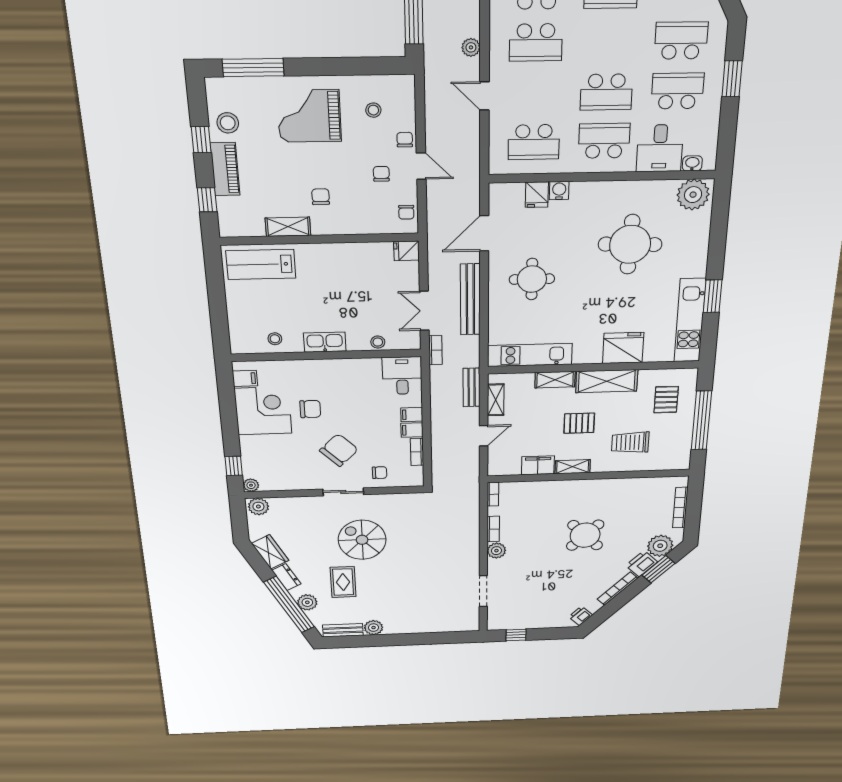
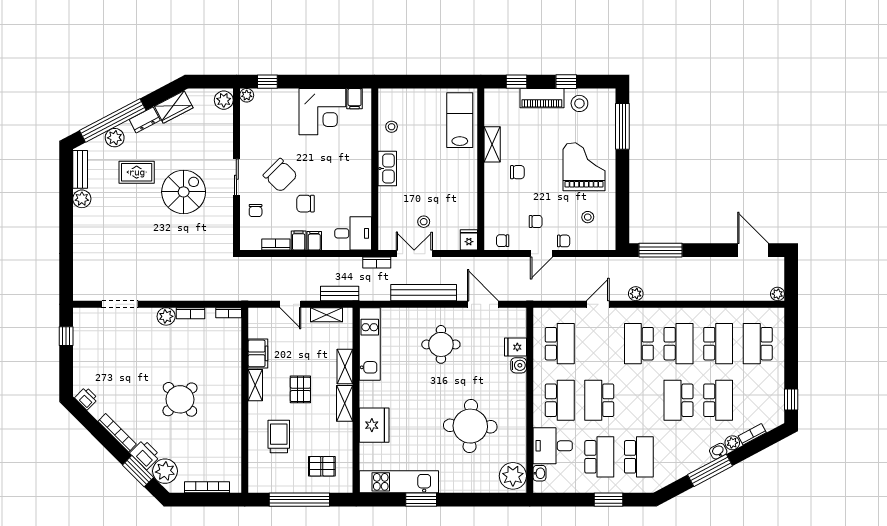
school desk: (534, 142) -> (560, 344), turned 180
stool: (378, 342) -> (424, 222), moved
shelving: (607, 381) -> (345, 403), width x0.67, depth x0.75
chair: (310, 409) -> (306, 204), moved, turned 90

